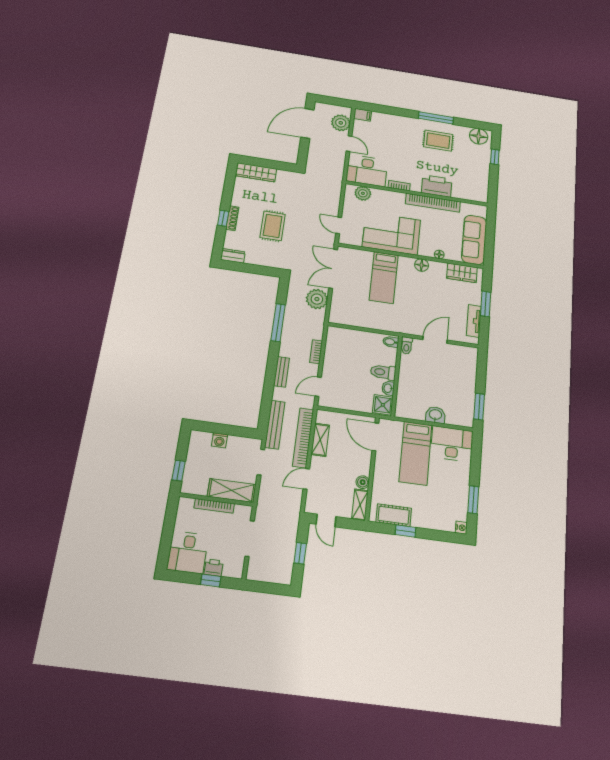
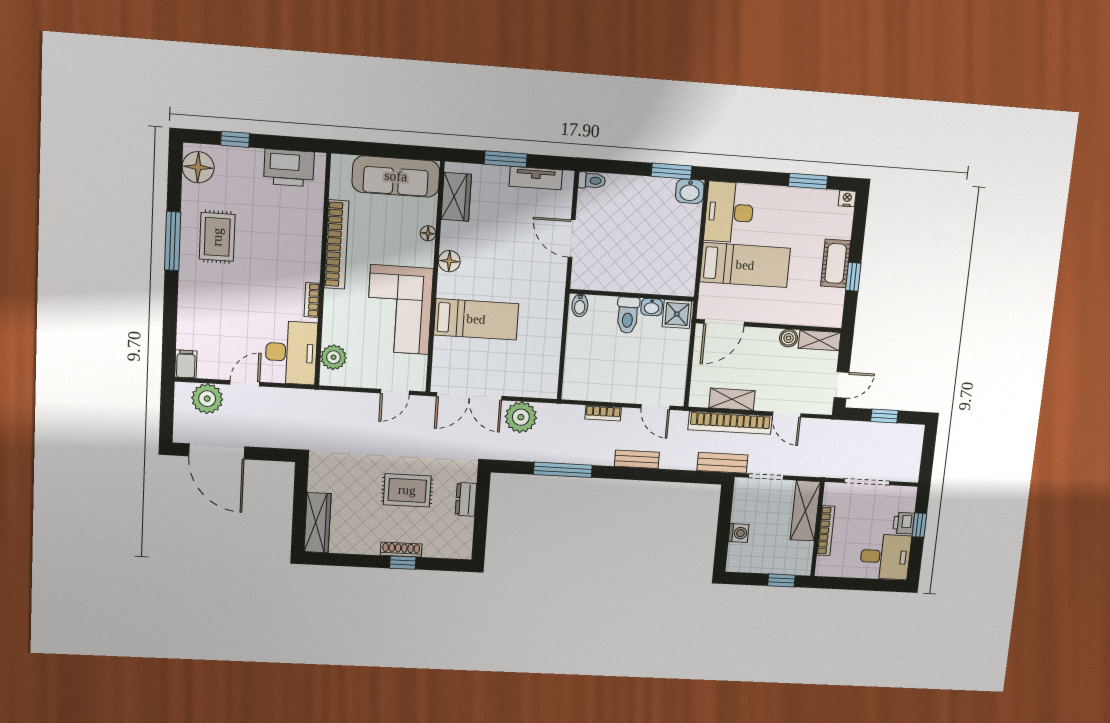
printer: (437, 186) -> (289, 168), moved, turned -90
dresser: (233, 256) -> (466, 499), moved
toilet: (407, 345) -> (592, 180), moved
washbasin: (435, 415) -> (690, 191), moved, turned -90
bench: (275, 425) -> (722, 463), width x0.73
cot: (394, 515) -> (836, 263), moved

